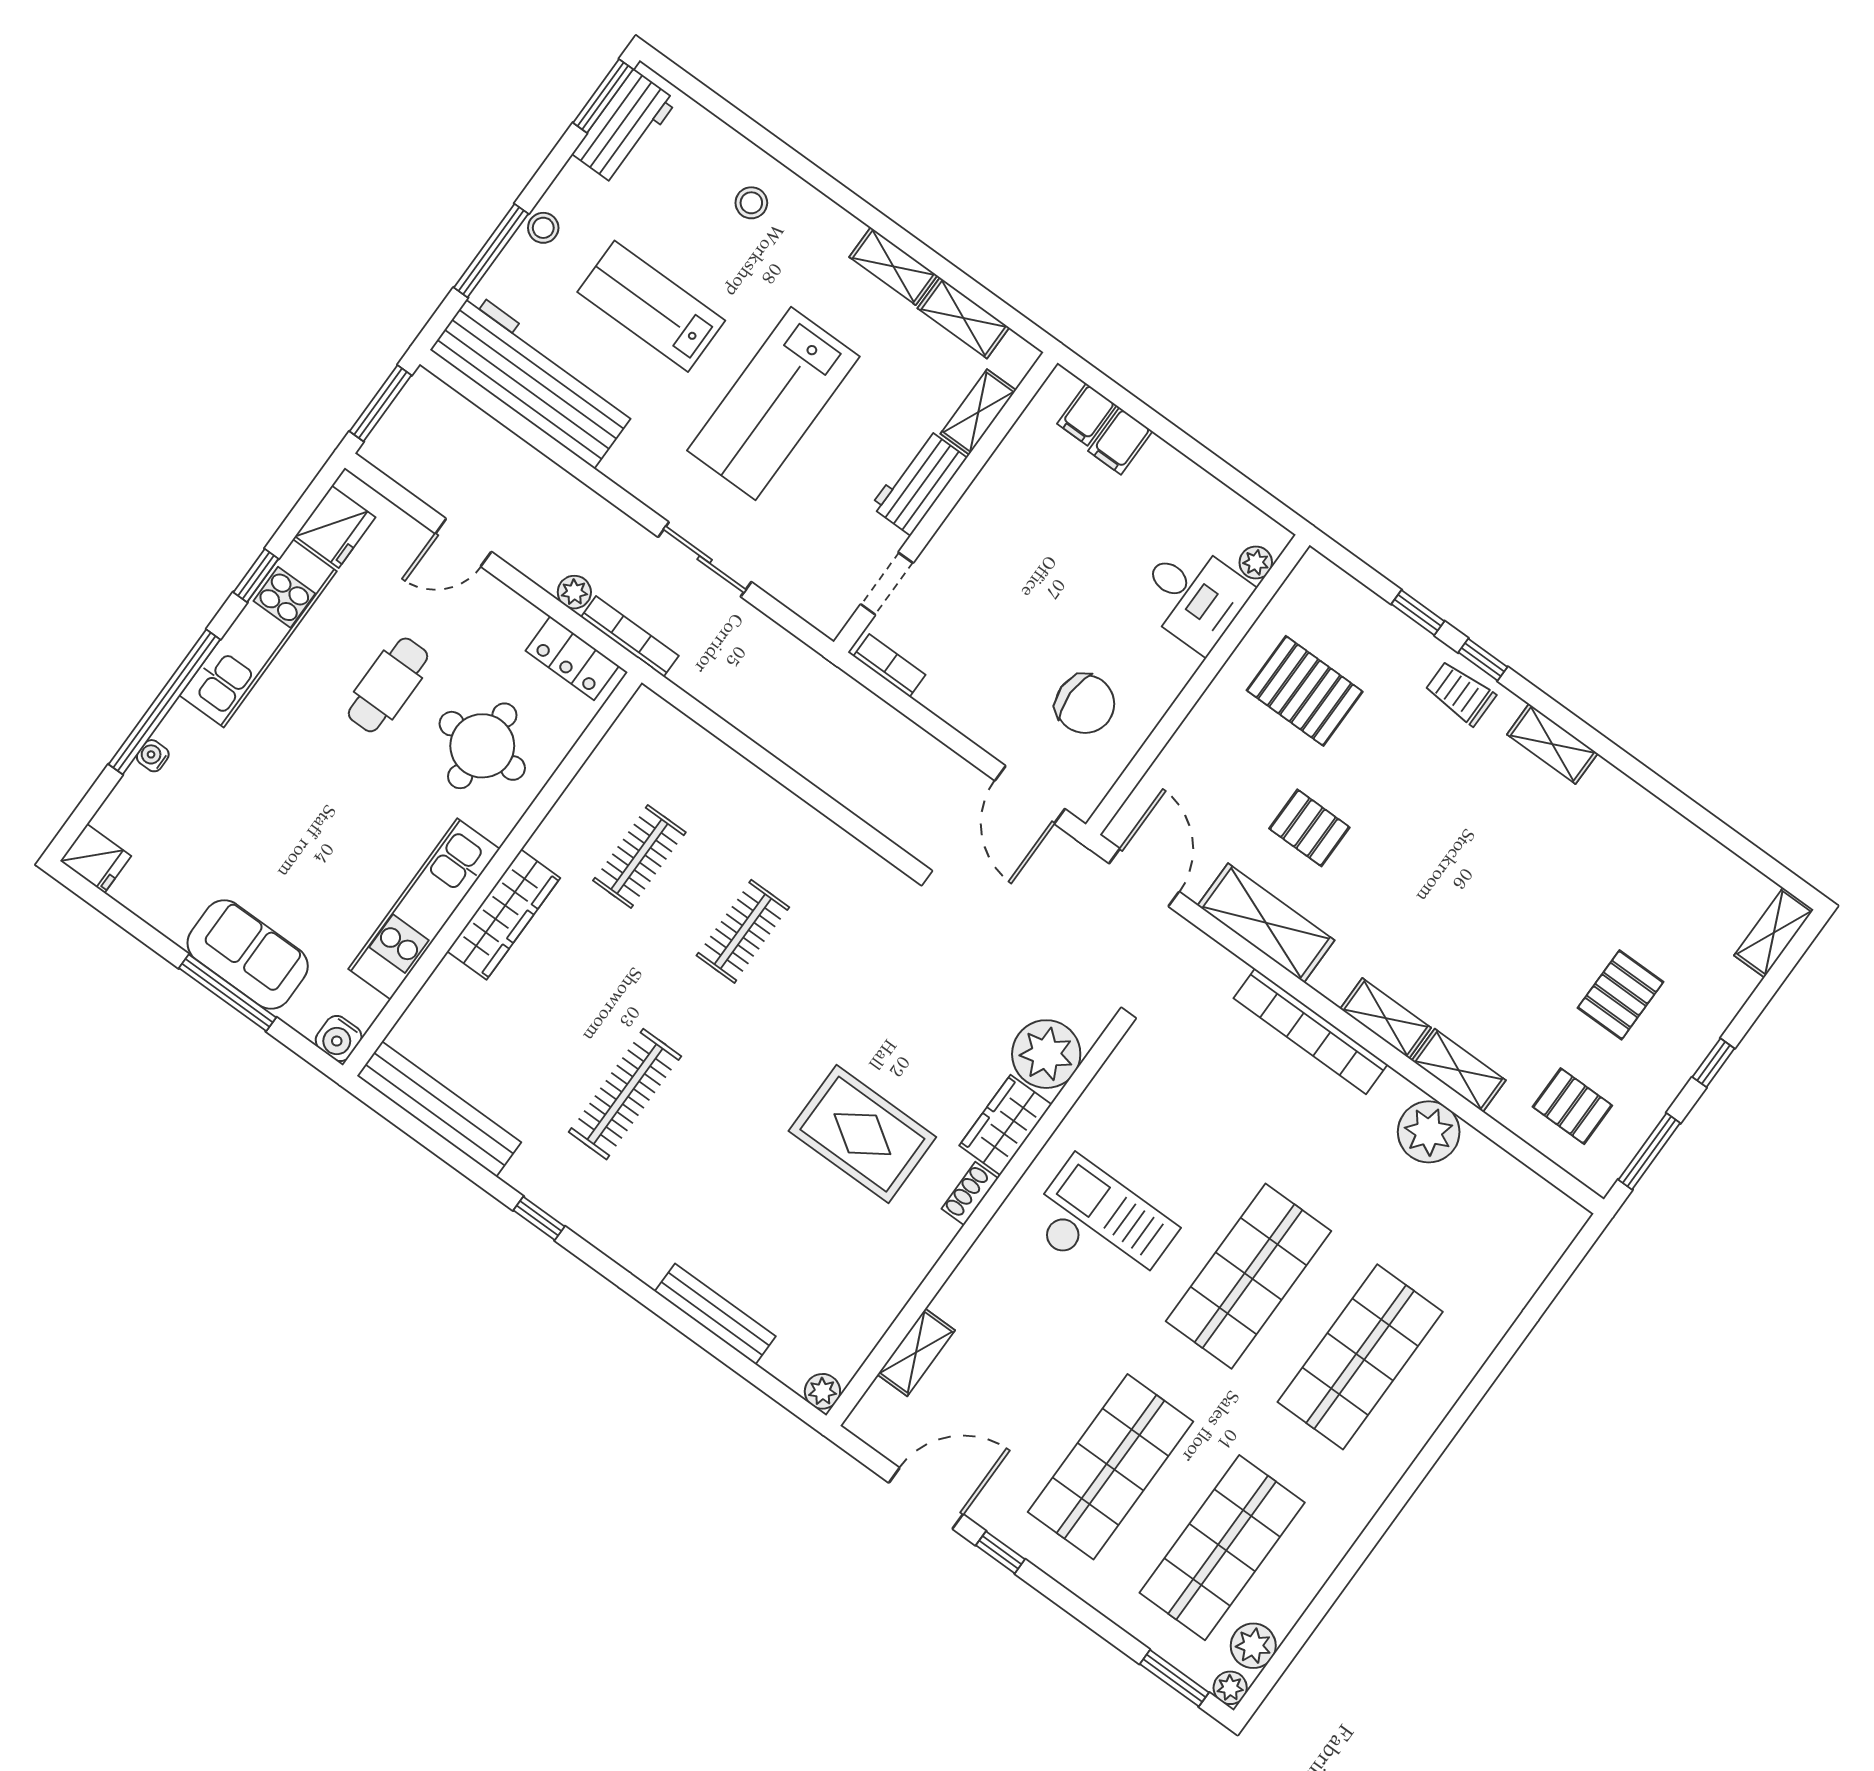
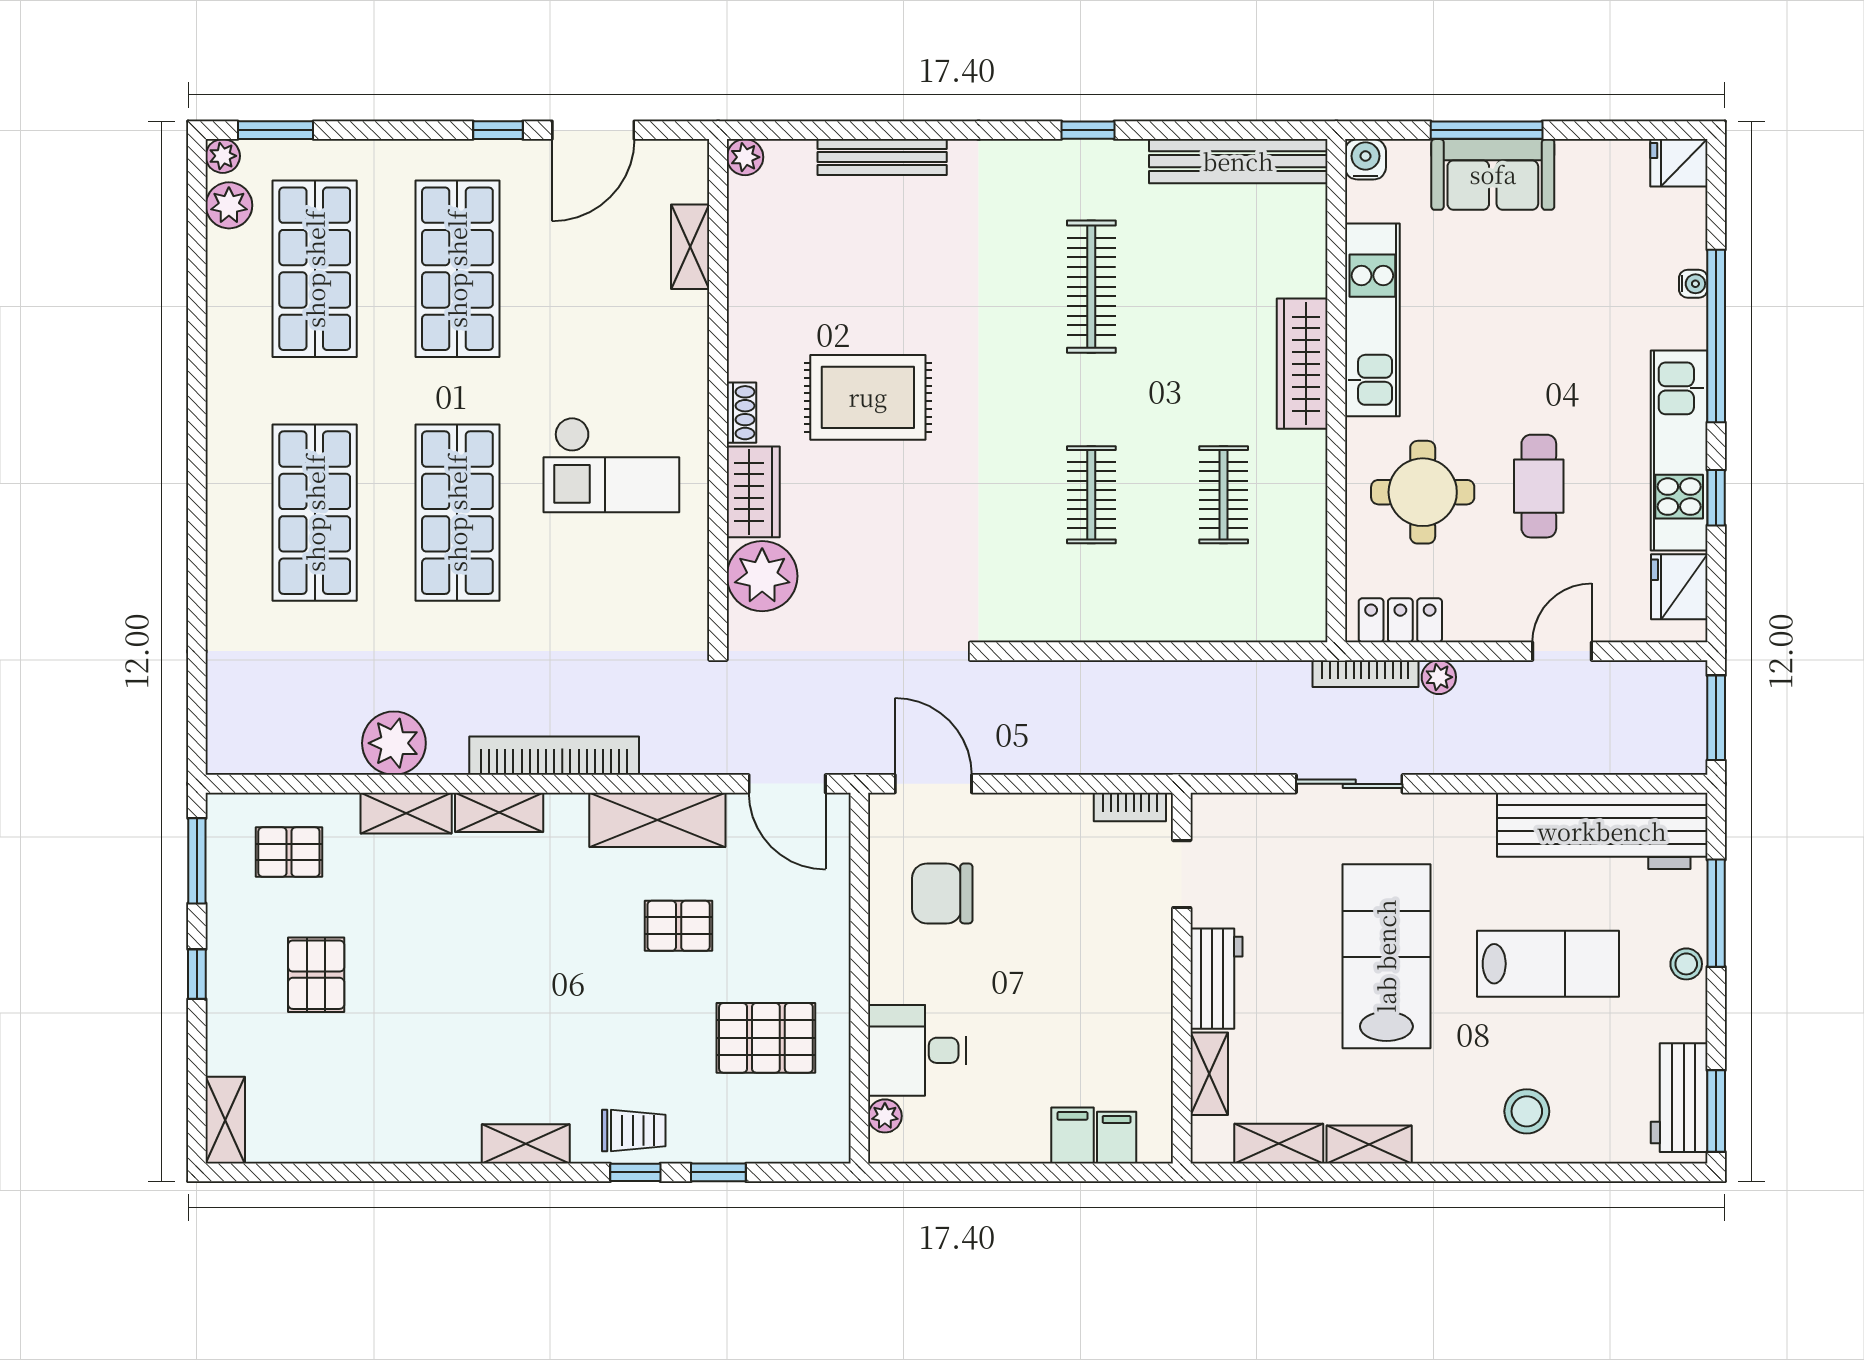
stool: (751, 203) -> (1527, 1111), width x1.37, depth x1.37

